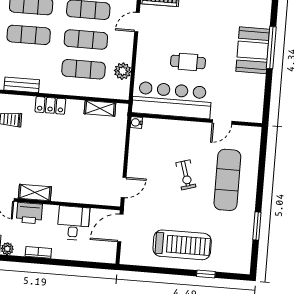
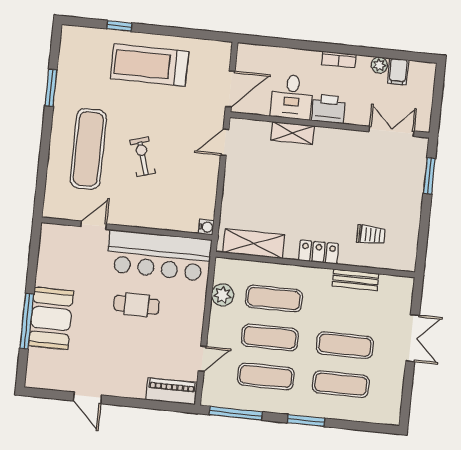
shelving: (100, 108) -> (254, 244), width x1.50, depth x1.33
shelving: (35, 193) -> (293, 133), moved
printer: (29, 213) -> (328, 109), moved

